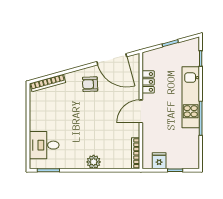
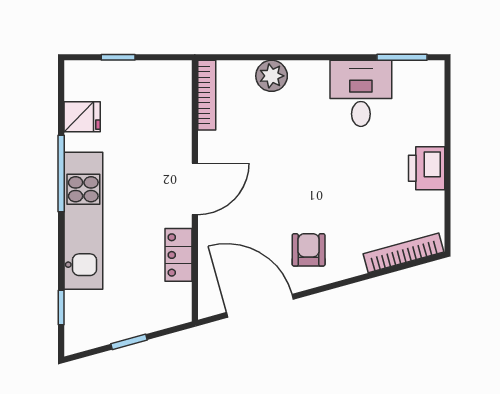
armchair: (90, 84) -> (309, 250), turned -88
printer: (37, 121) -> (427, 168), added
desk: (44, 145) -> (361, 93), moved, turned -90
fridge: (159, 161) -> (82, 117), moved, turned -90
plant: (94, 162) -> (272, 76), moved

